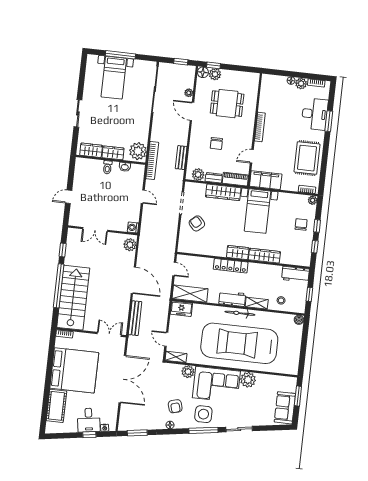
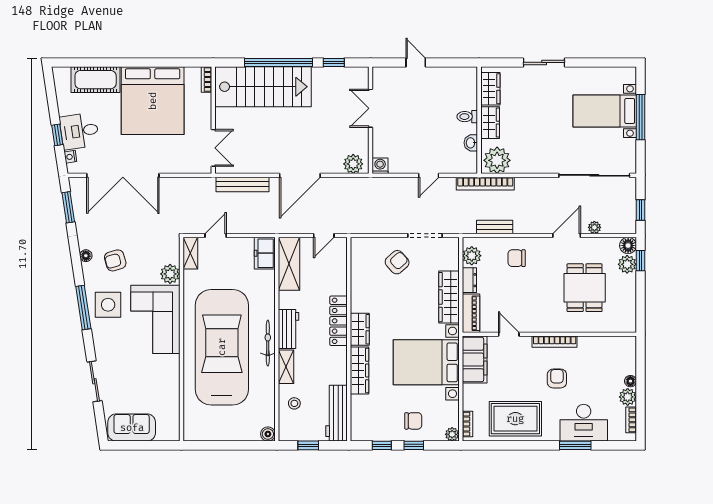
armchair: (284, 128) -> (557, 378), added
chair: (216, 143) -> (517, 258), moved
bed with nightstands: (257, 211) -> (426, 362), width x1.36
workbench: (295, 274) -> (337, 413), width x1.38
double door: (122, 379) -> (123, 175), moved
plant: (248, 380) -> (168, 367), removed
window: (298, 396) -> (152, 445), removed
sliding door: (239, 429) -> (94, 381), moved

